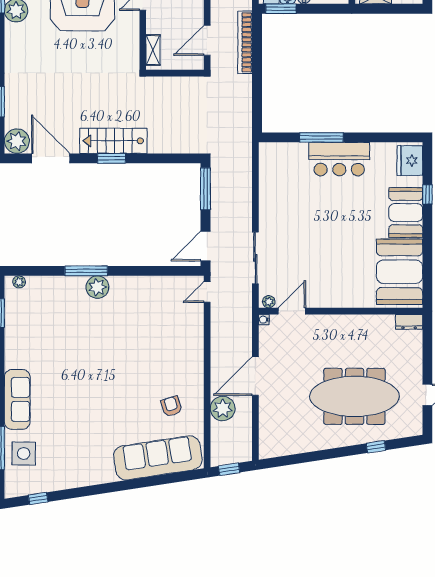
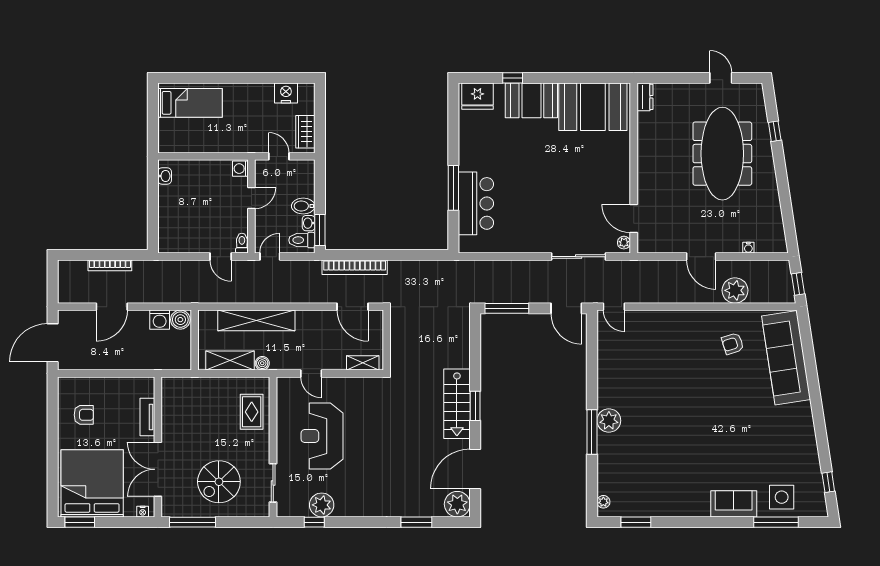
bar counter: (339, 159) -> (476, 203), moved
water cooler: (264, 320) -> (748, 248), moved
door: (255, 376) -> (701, 257), width x0.73
sofa: (17, 399) -> (734, 504), width x0.73

